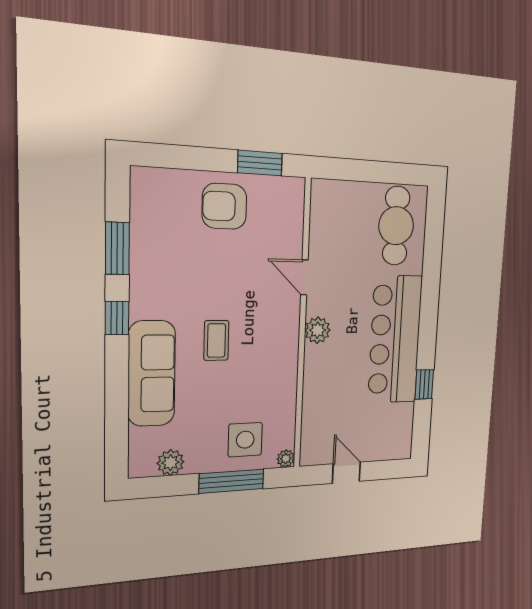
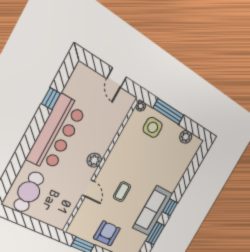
armchair: (224, 206) -> (107, 233), turned -90
coffee table: (216, 340) -> (122, 192), moved
sofa: (152, 374) -> (153, 211), moved

